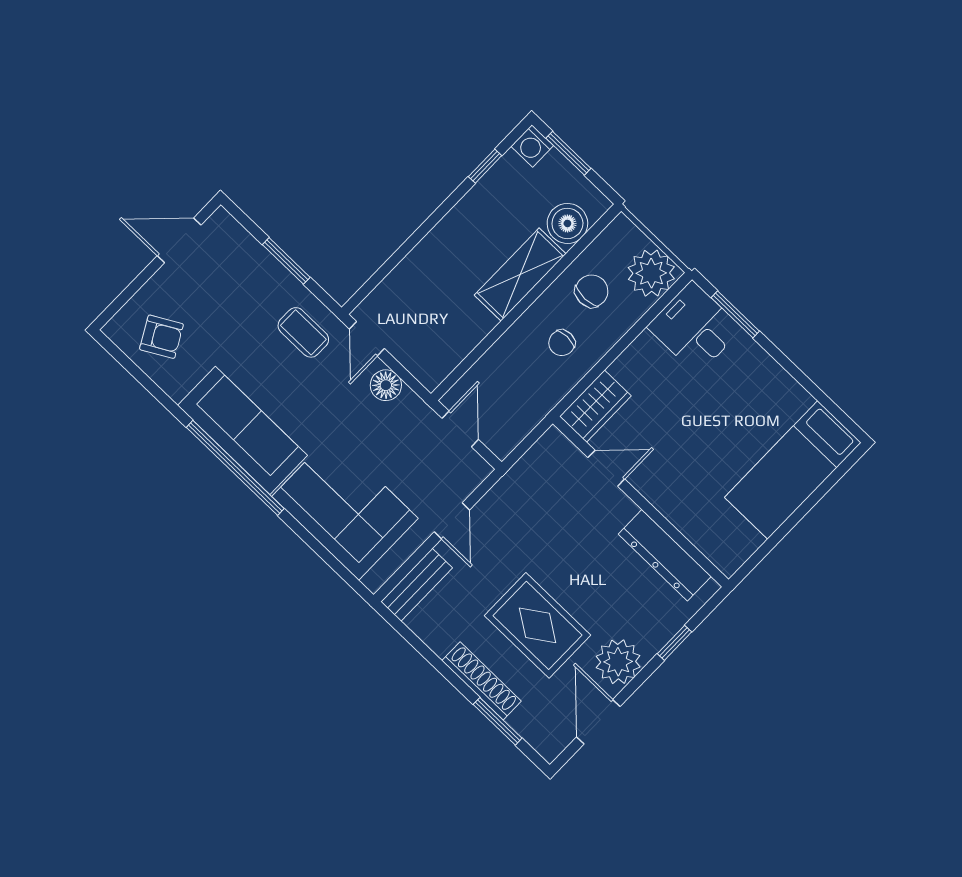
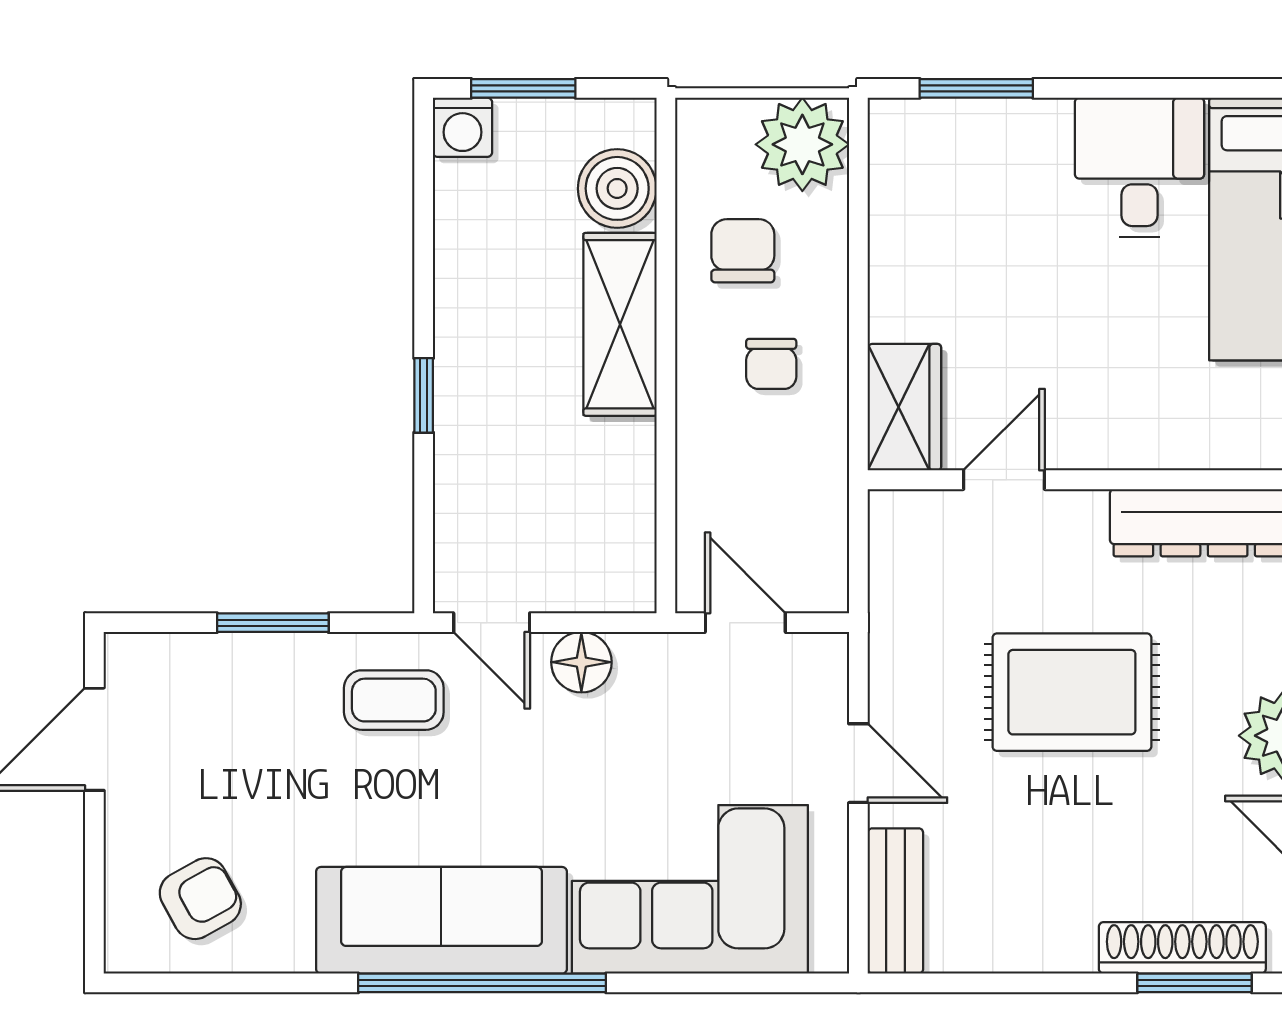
window: (485, 166) -> (424, 395), moved
desk: (695, 328) -> (1140, 168), moved, turned 90
rug: (538, 625) -> (1072, 692), moved
shoe rack: (482, 681) -> (1182, 948), moved

